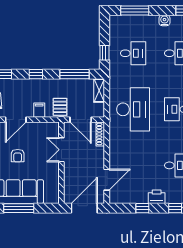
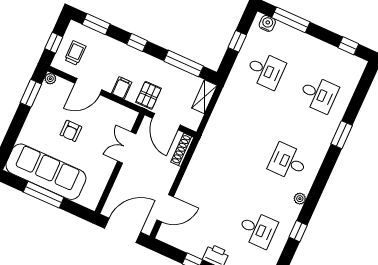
water cooler: (164, 20) -> (267, 23), moved
window: (104, 53) -> (237, 41), moved
desk: (133, 109) -> (235, 138), removed

